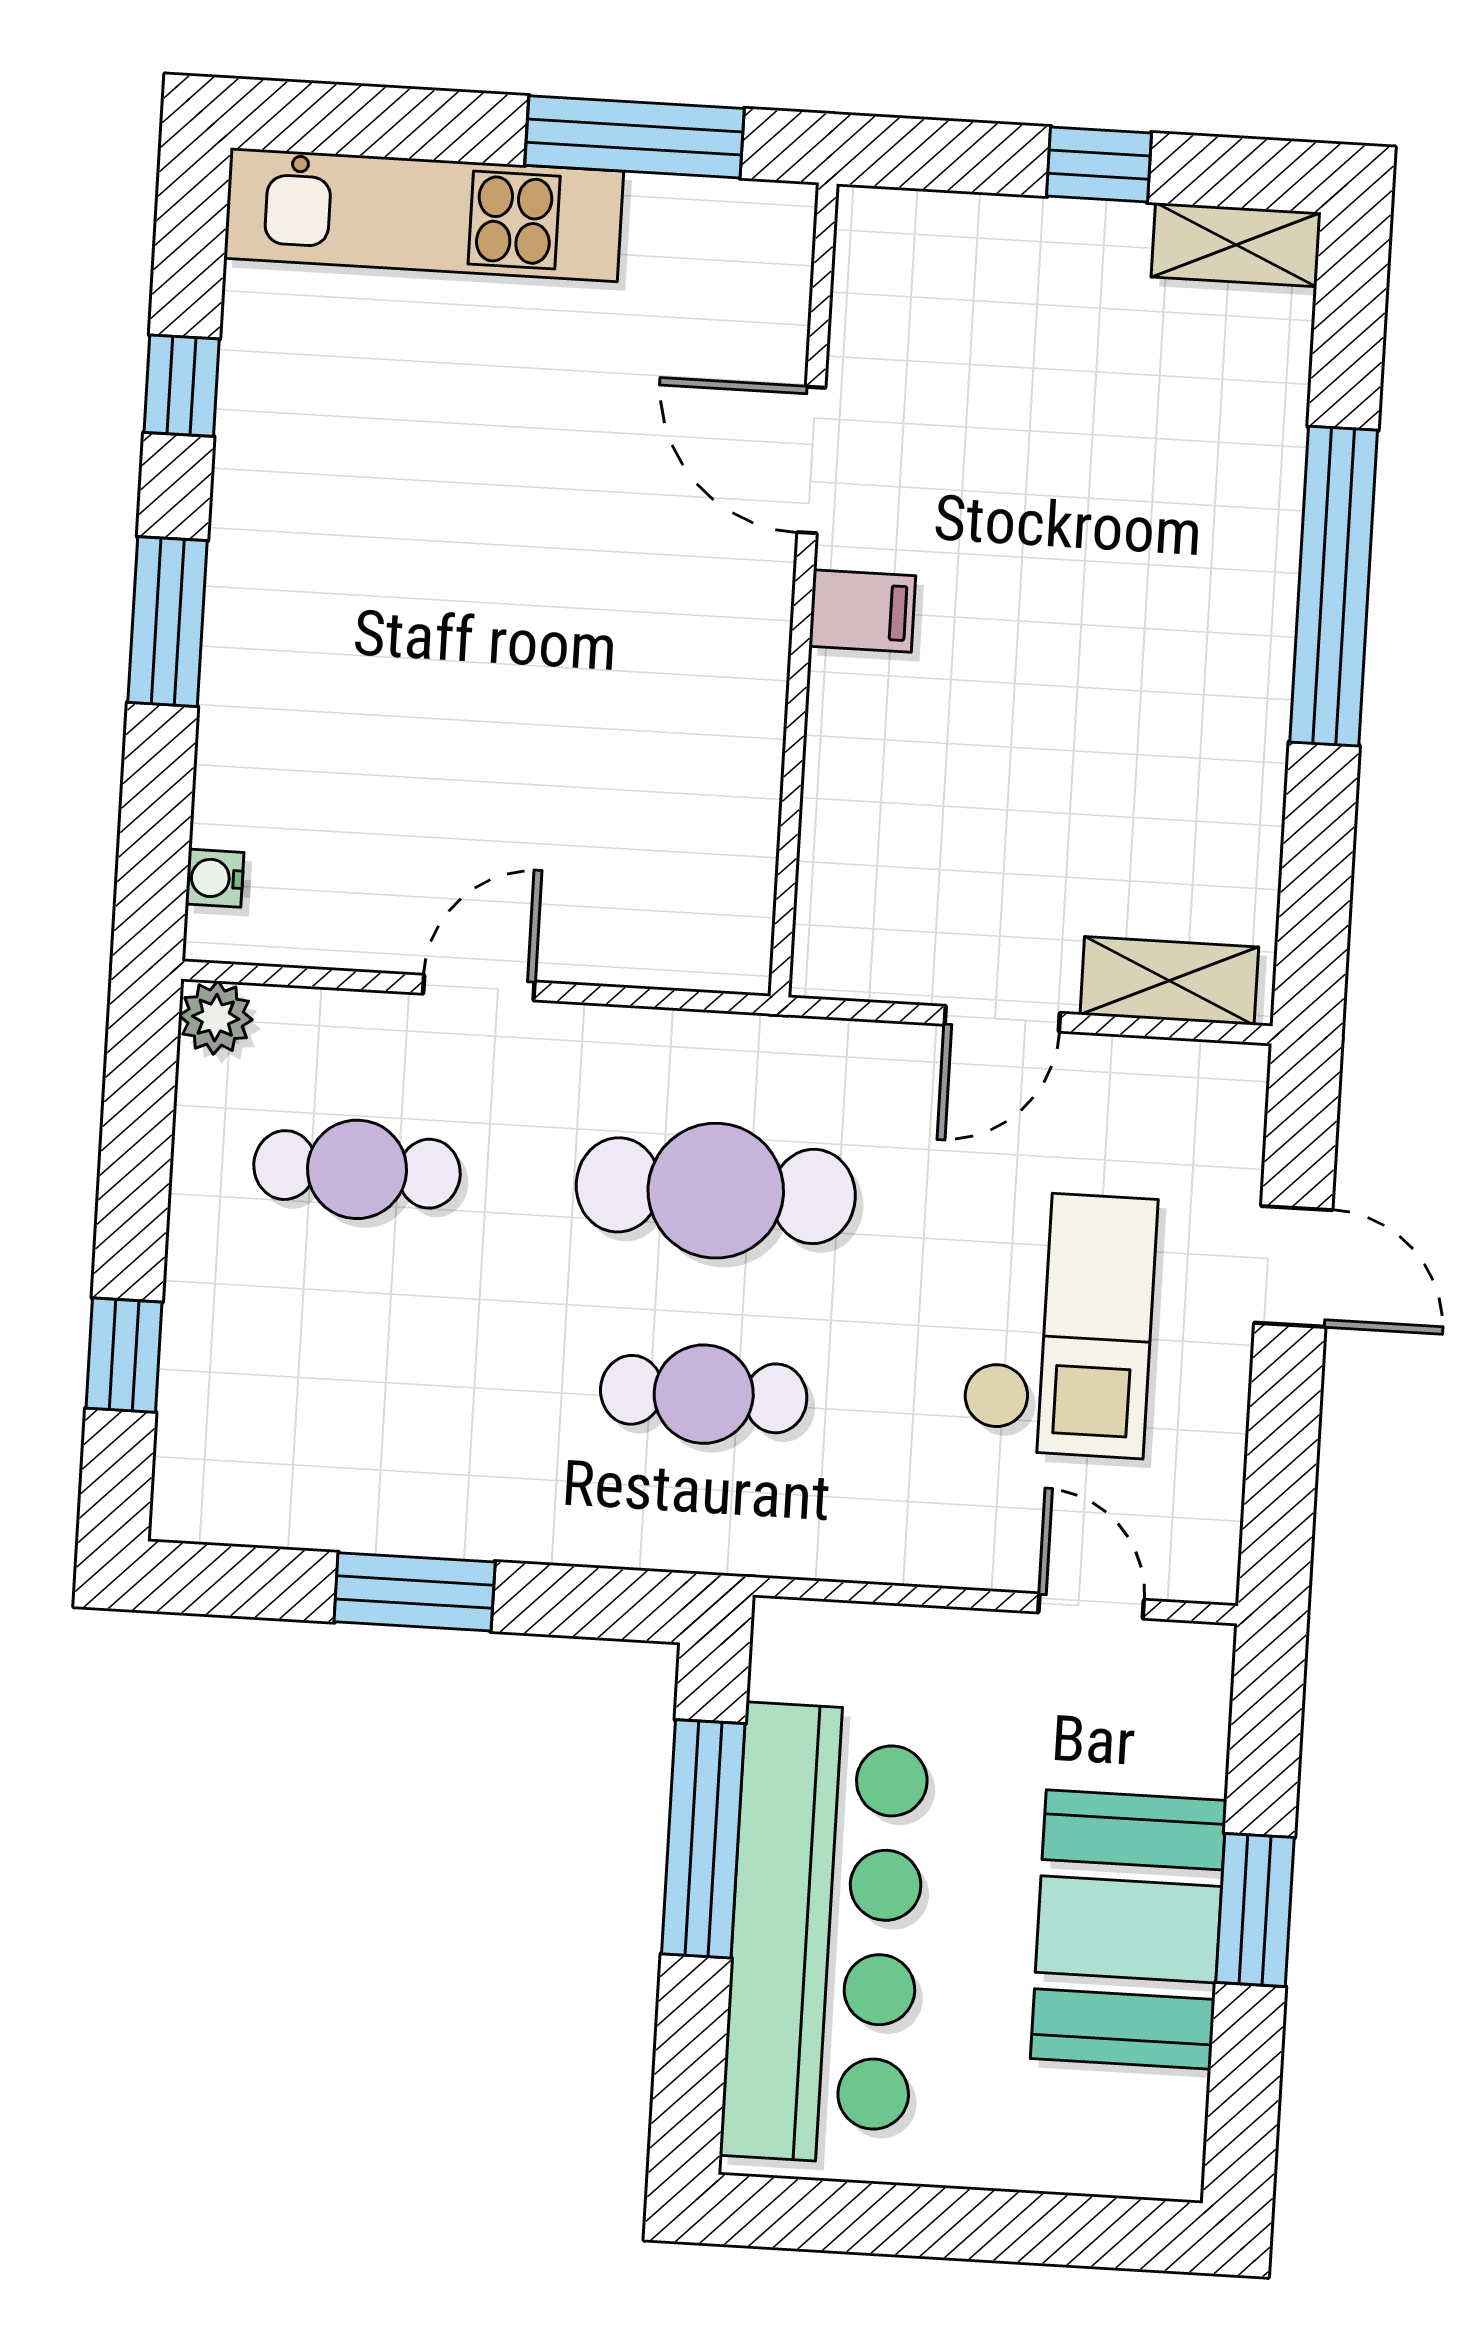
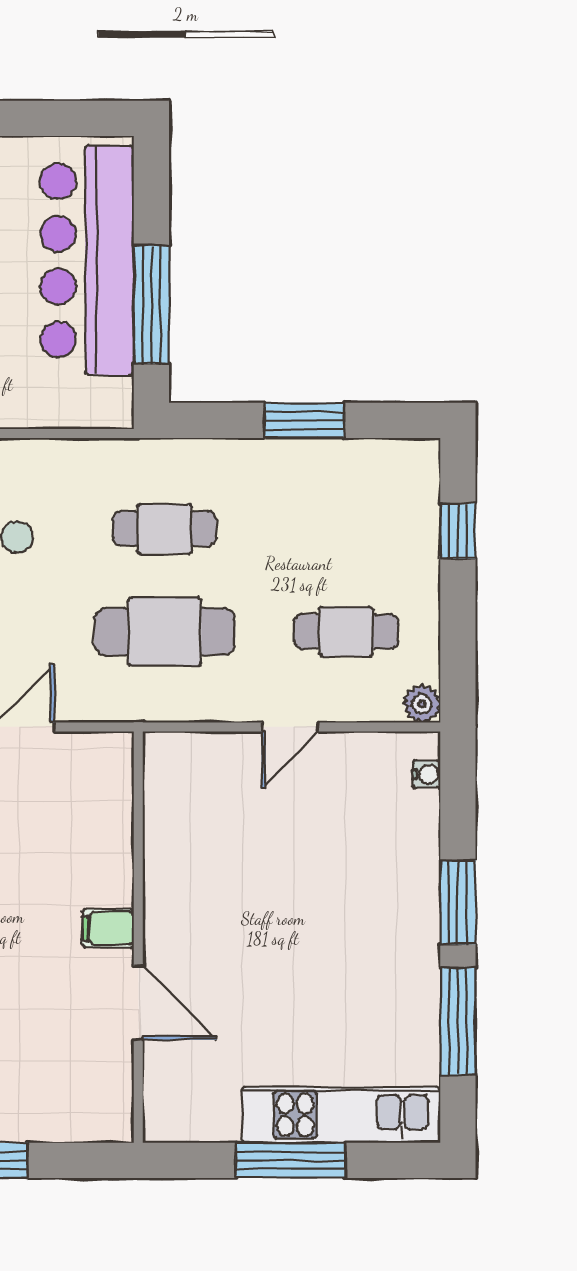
window: (635, 137) -> (291, 1160), moved
window: (182, 386) -> (458, 1021), width x2.17

